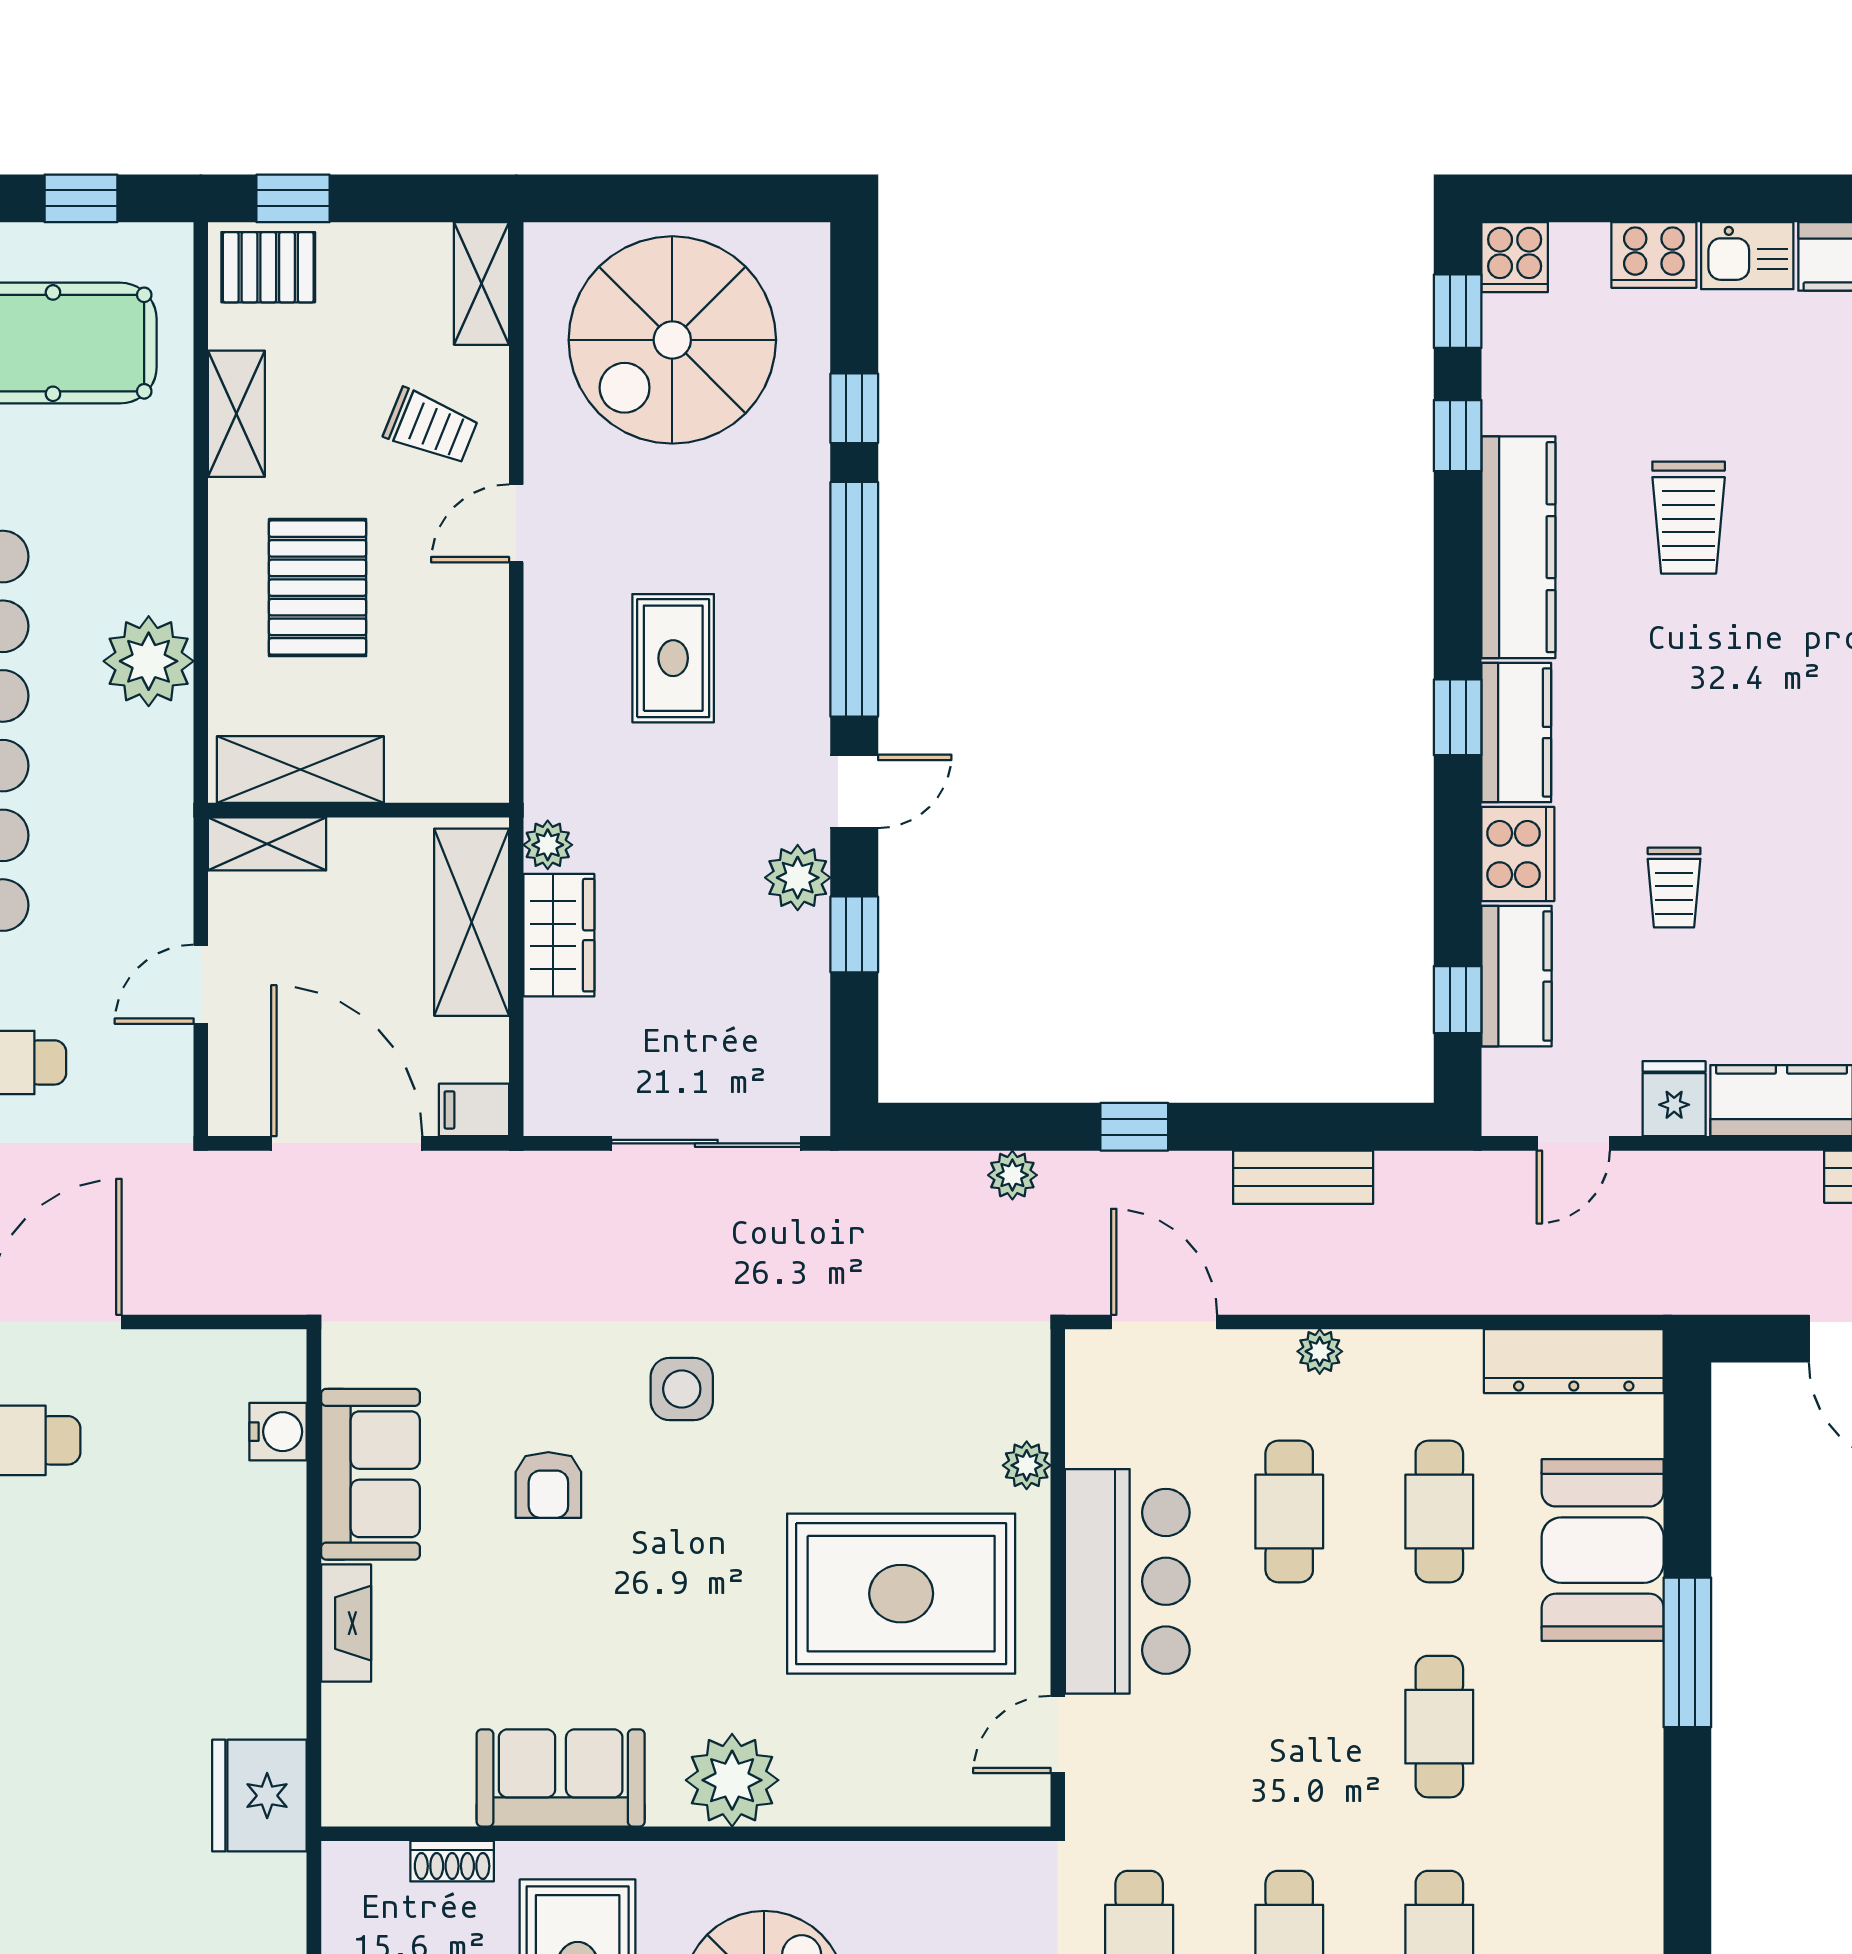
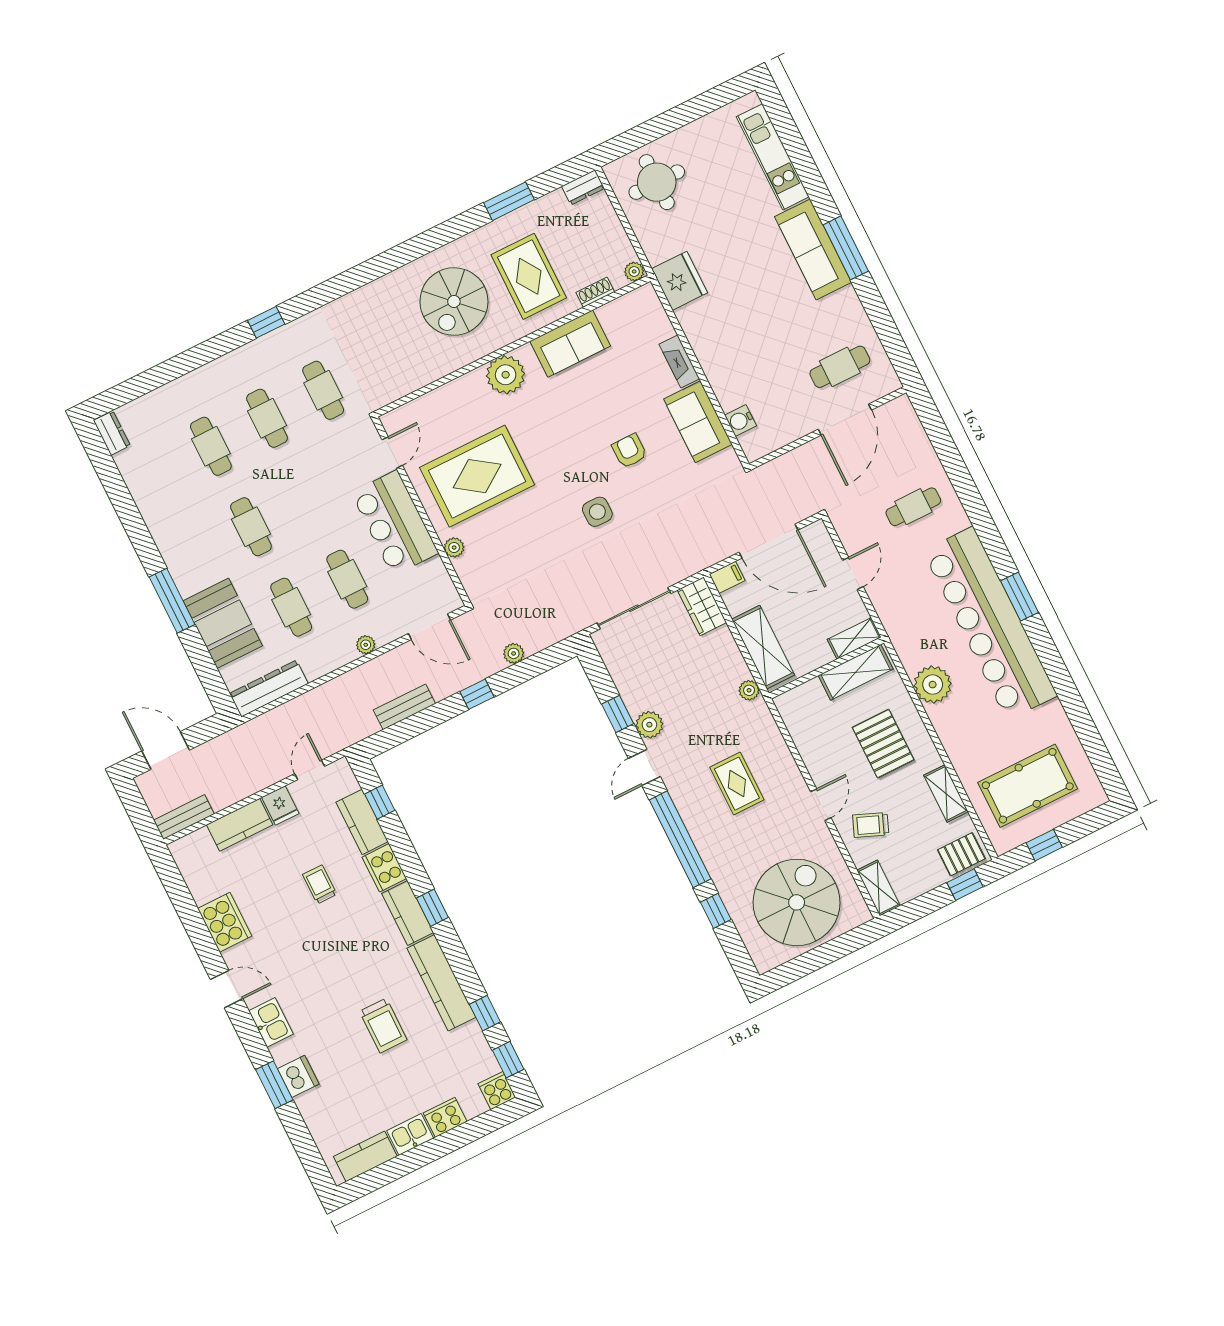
trolley: (1689, 518) -> (383, 1026), turned 180
wardrobe: (559, 935) -> (702, 606), moved
plant: (347, 1864) -> (634, 272), added

